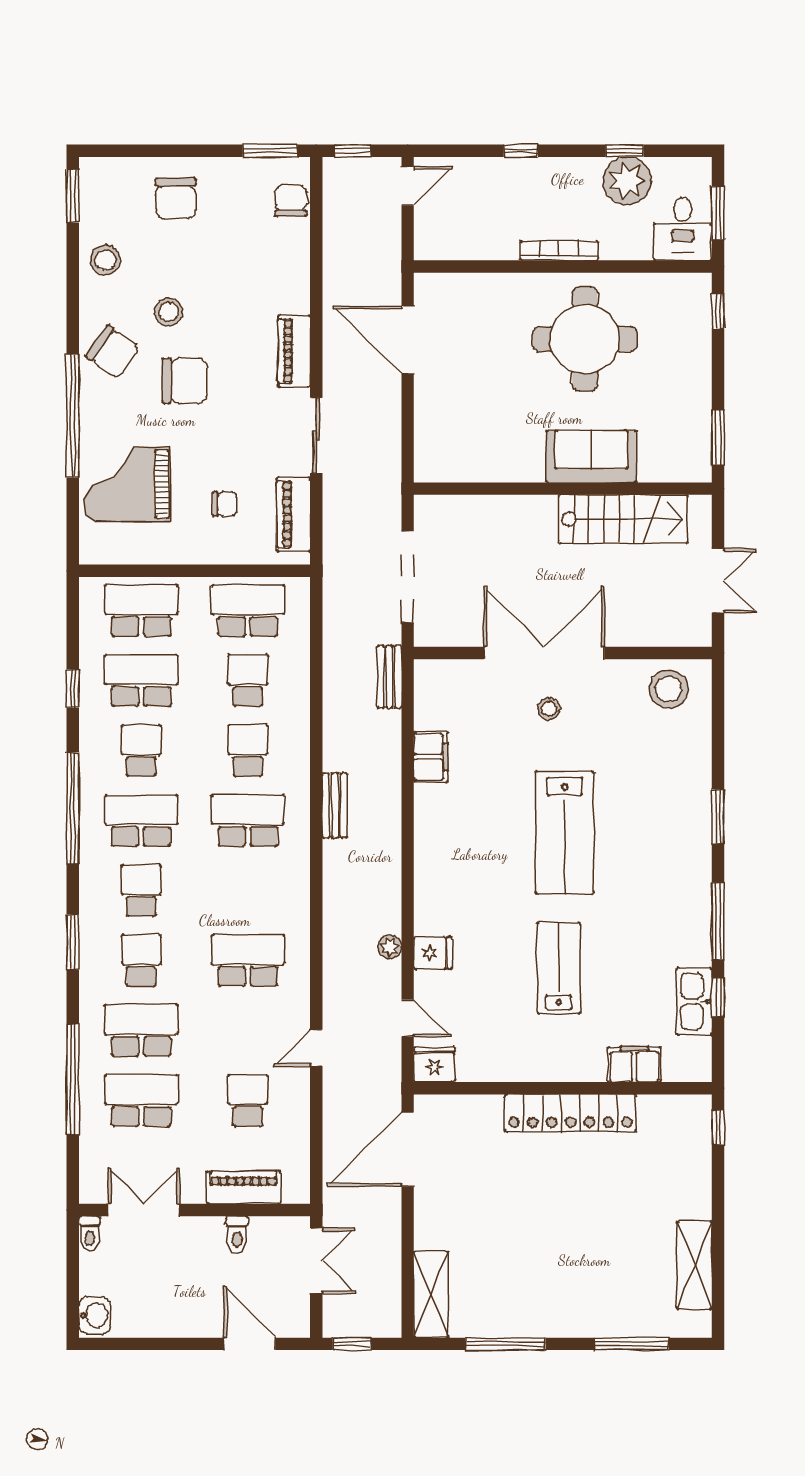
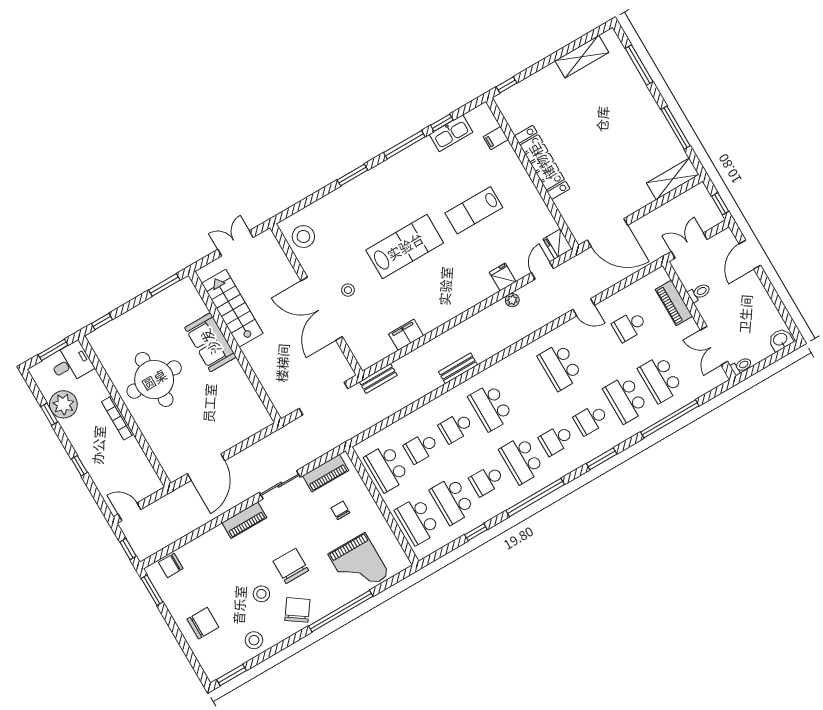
filing cabinet: (634, 1064) -> (496, 138), width x0.50

